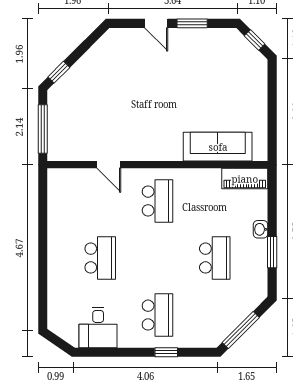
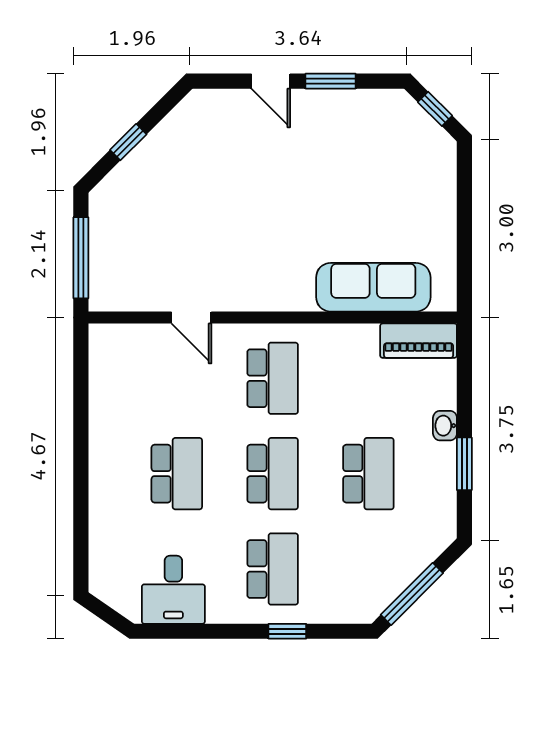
window: (59, 72) -> (128, 142), moved
school desk: (157, 258) -> (273, 474), added

